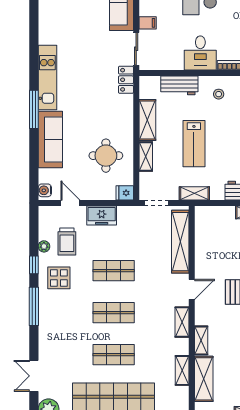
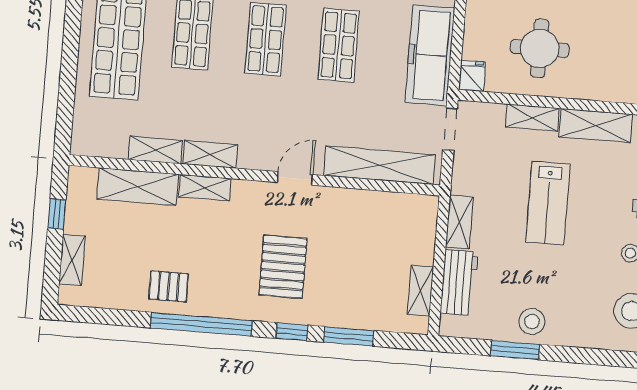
lab bench: (194, 144) -> (548, 203), turned -90
shelving: (194, 193) -> (459, 222), moved
freezer: (102, 216) -> (430, 55), width x1.91, depth x1.26
door: (192, 289) -> (295, 178), swing flipped
shelving: (182, 322) -> (210, 154), moved

